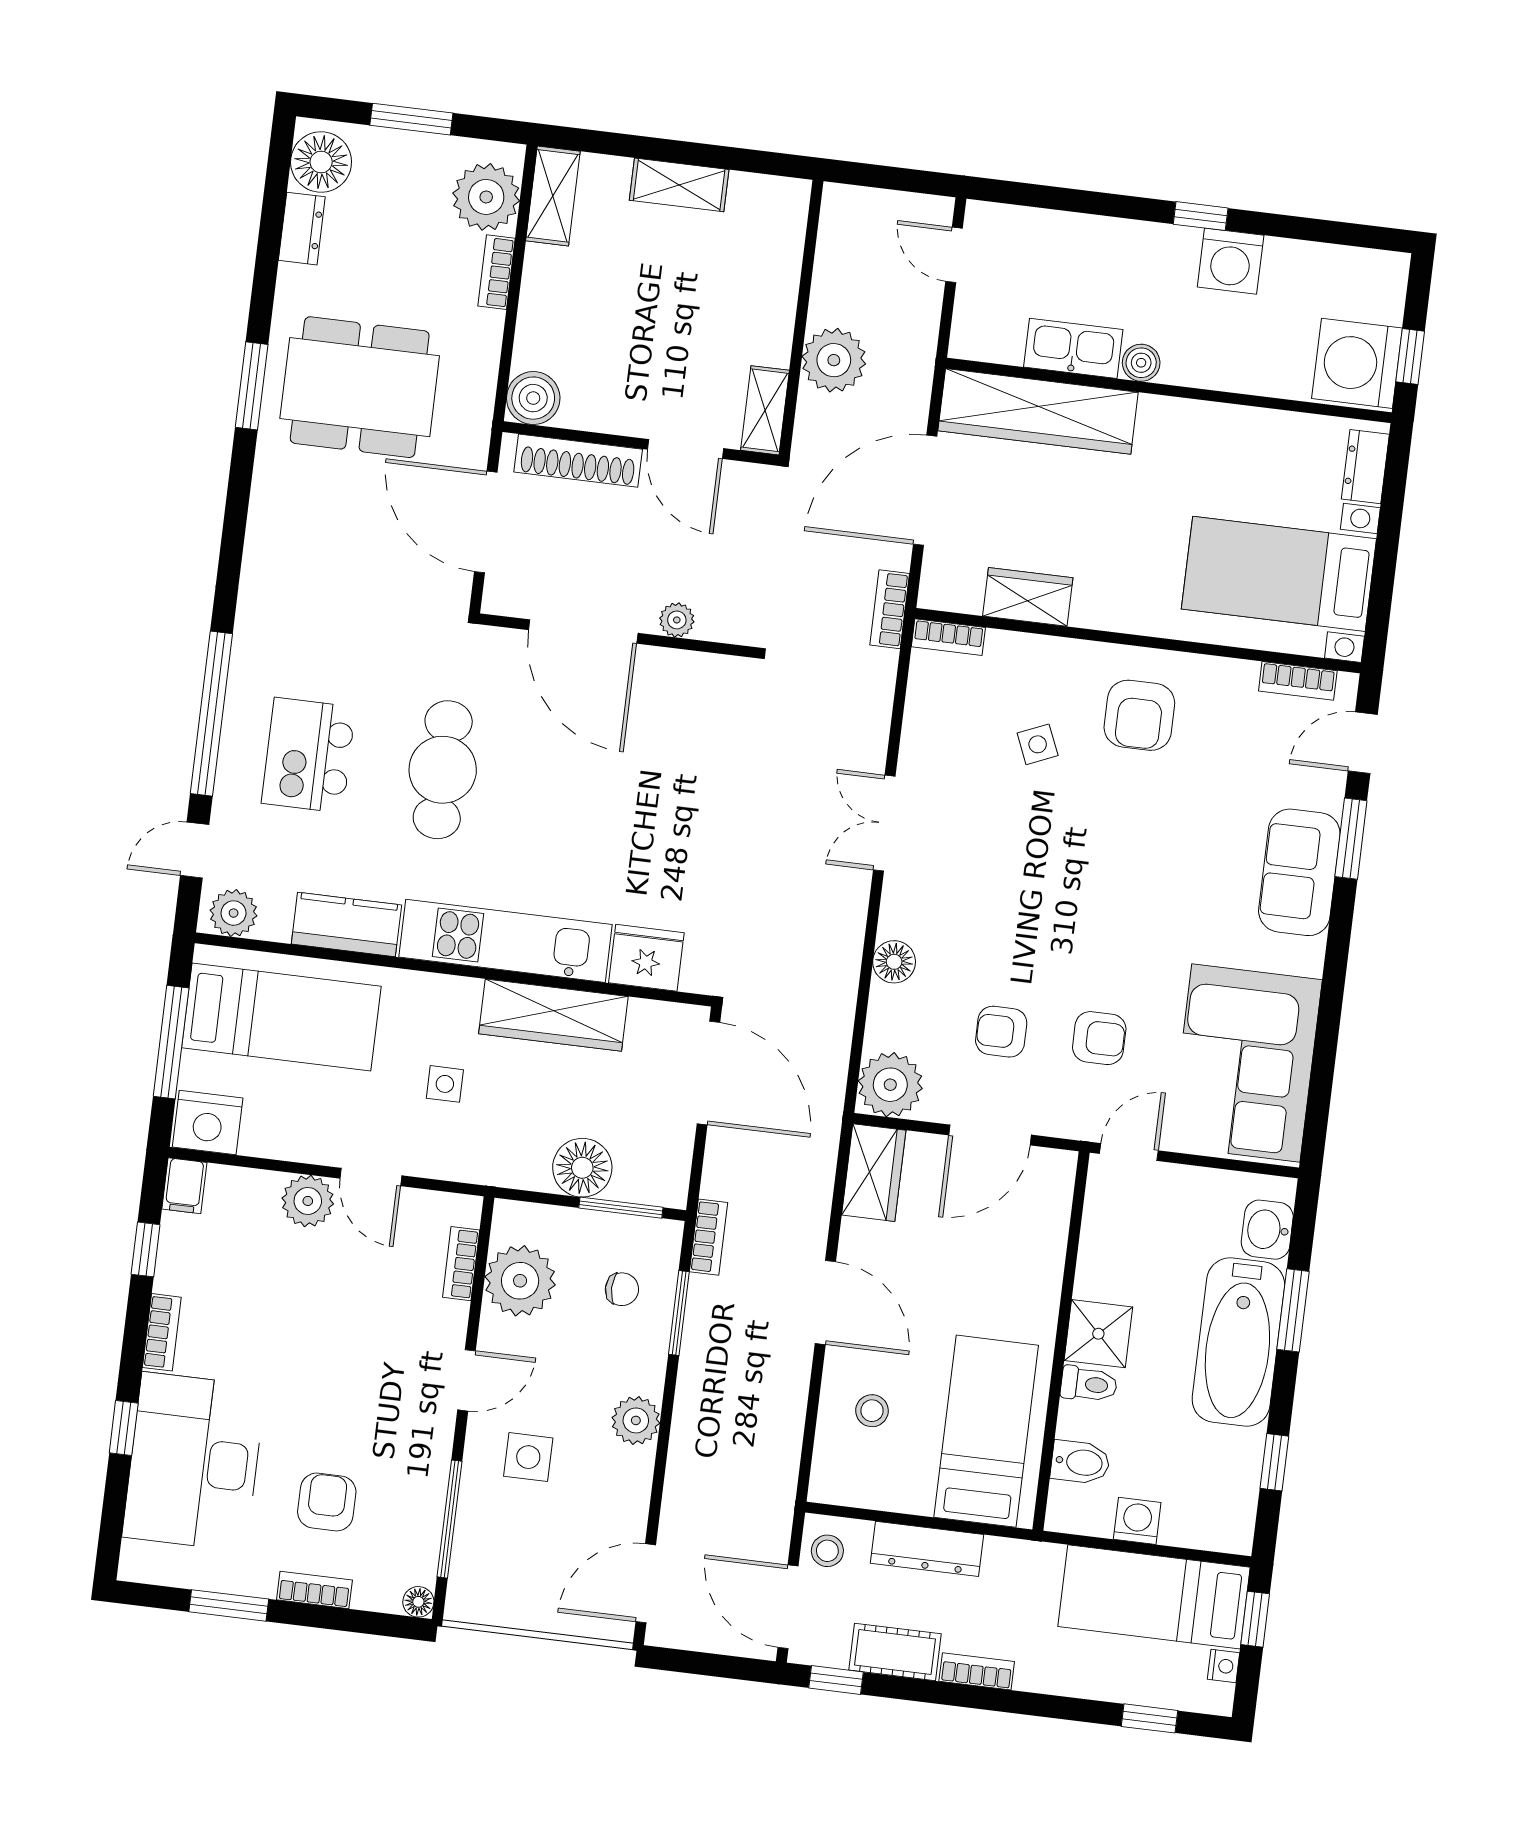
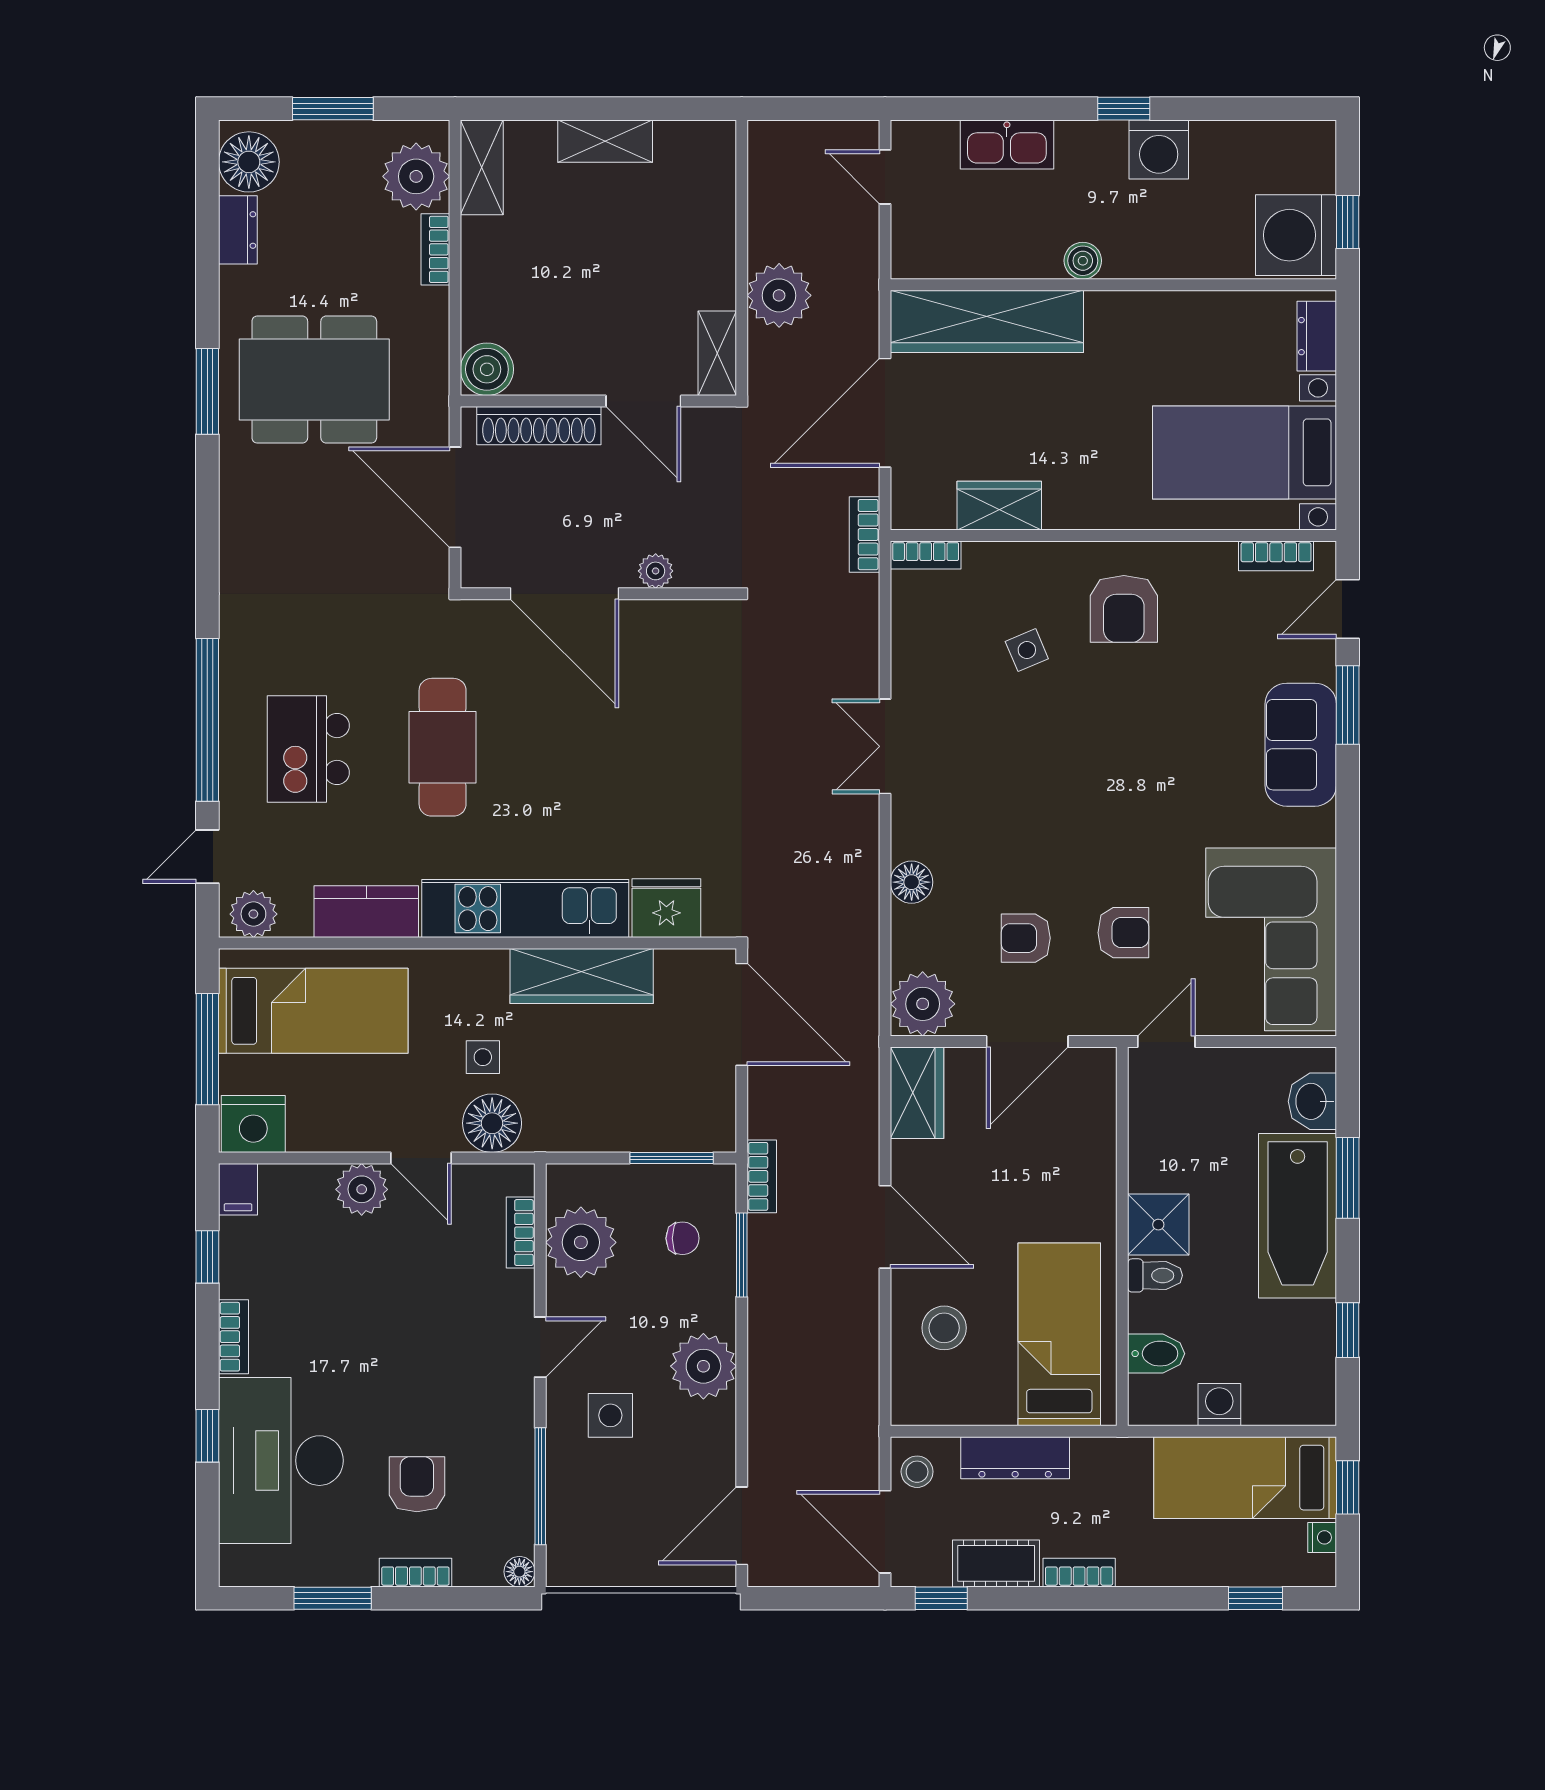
kitchen sink: (1073, 348) -> (1007, 144), moved, turned 180
floor lamp: (582, 1168) -> (492, 1123), moved
stool: (872, 1411) -> (944, 1328), width x1.37, depth x1.37
plant: (636, 1420) -> (703, 1366), width x1.36, depth x1.36

